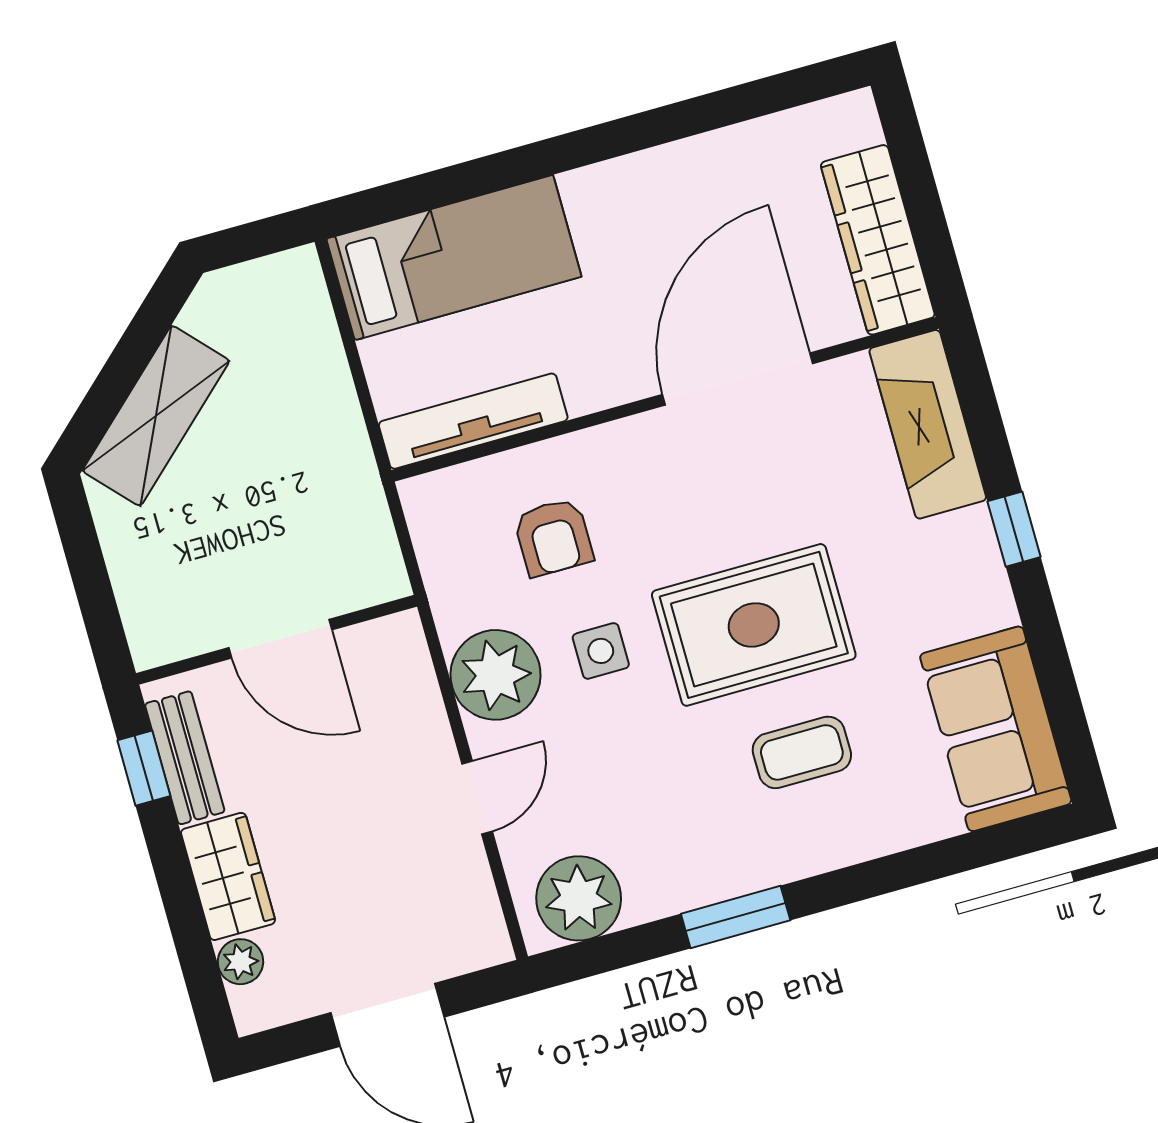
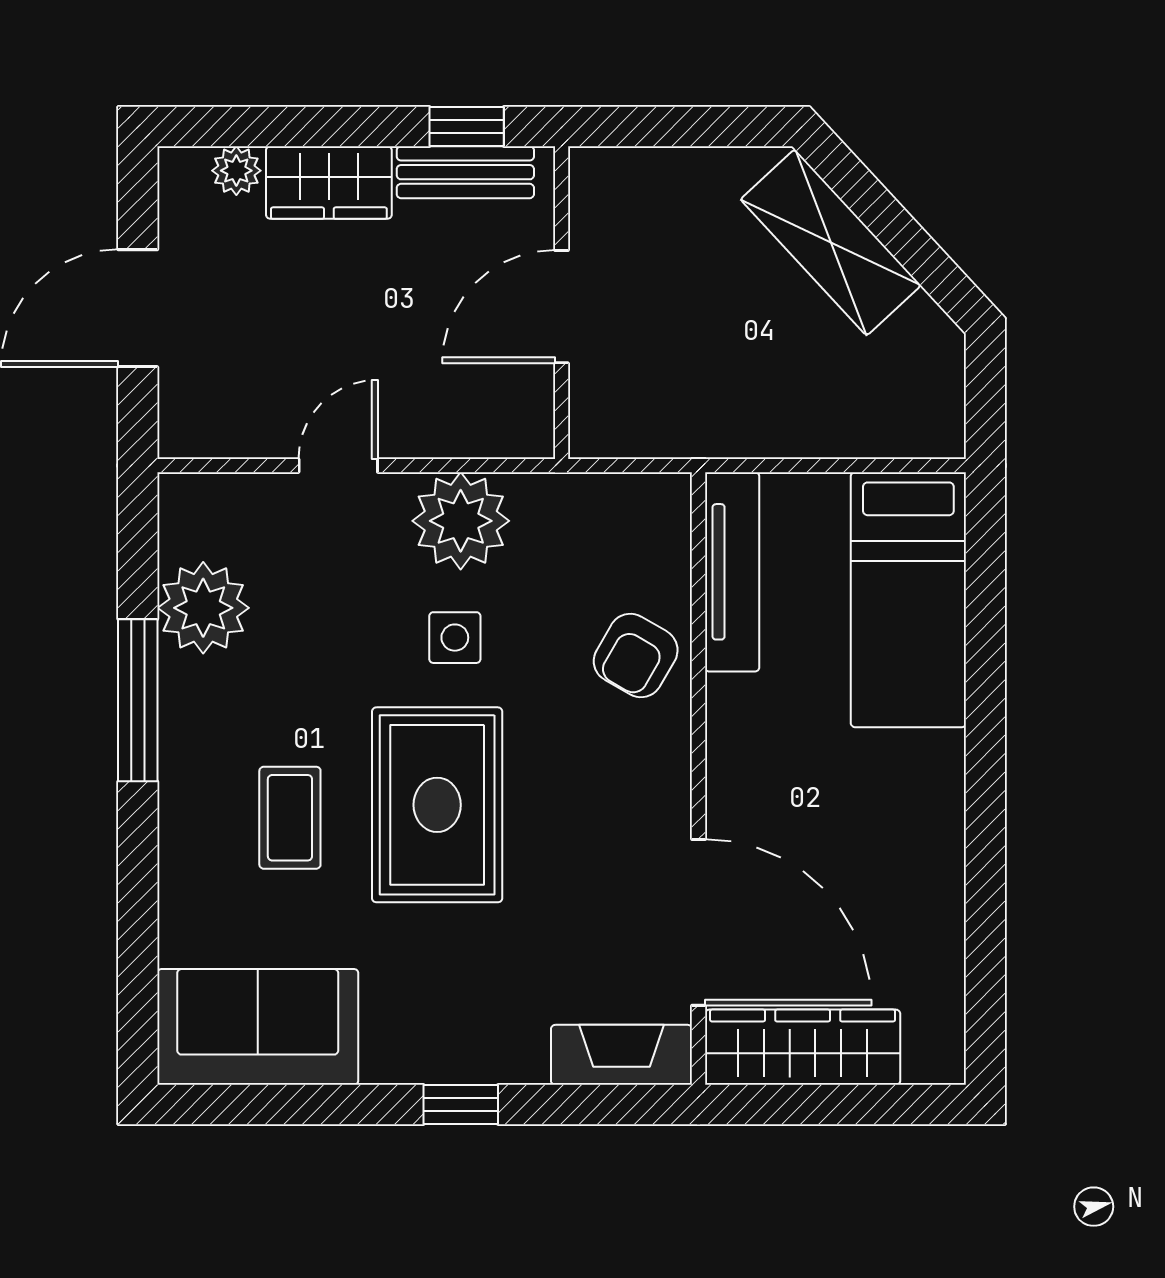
door: (738, 379) -> (699, 922), moved
fireplace: (928, 424) -> (622, 1055), width x0.73, depth x0.76
armchair: (553, 537) -> (636, 656), moved, turned -60
door: (477, 798) -> (338, 466), swing flipped
plant: (579, 898) -> (203, 608), moved
window: (736, 917) -> (138, 700), width x1.44

